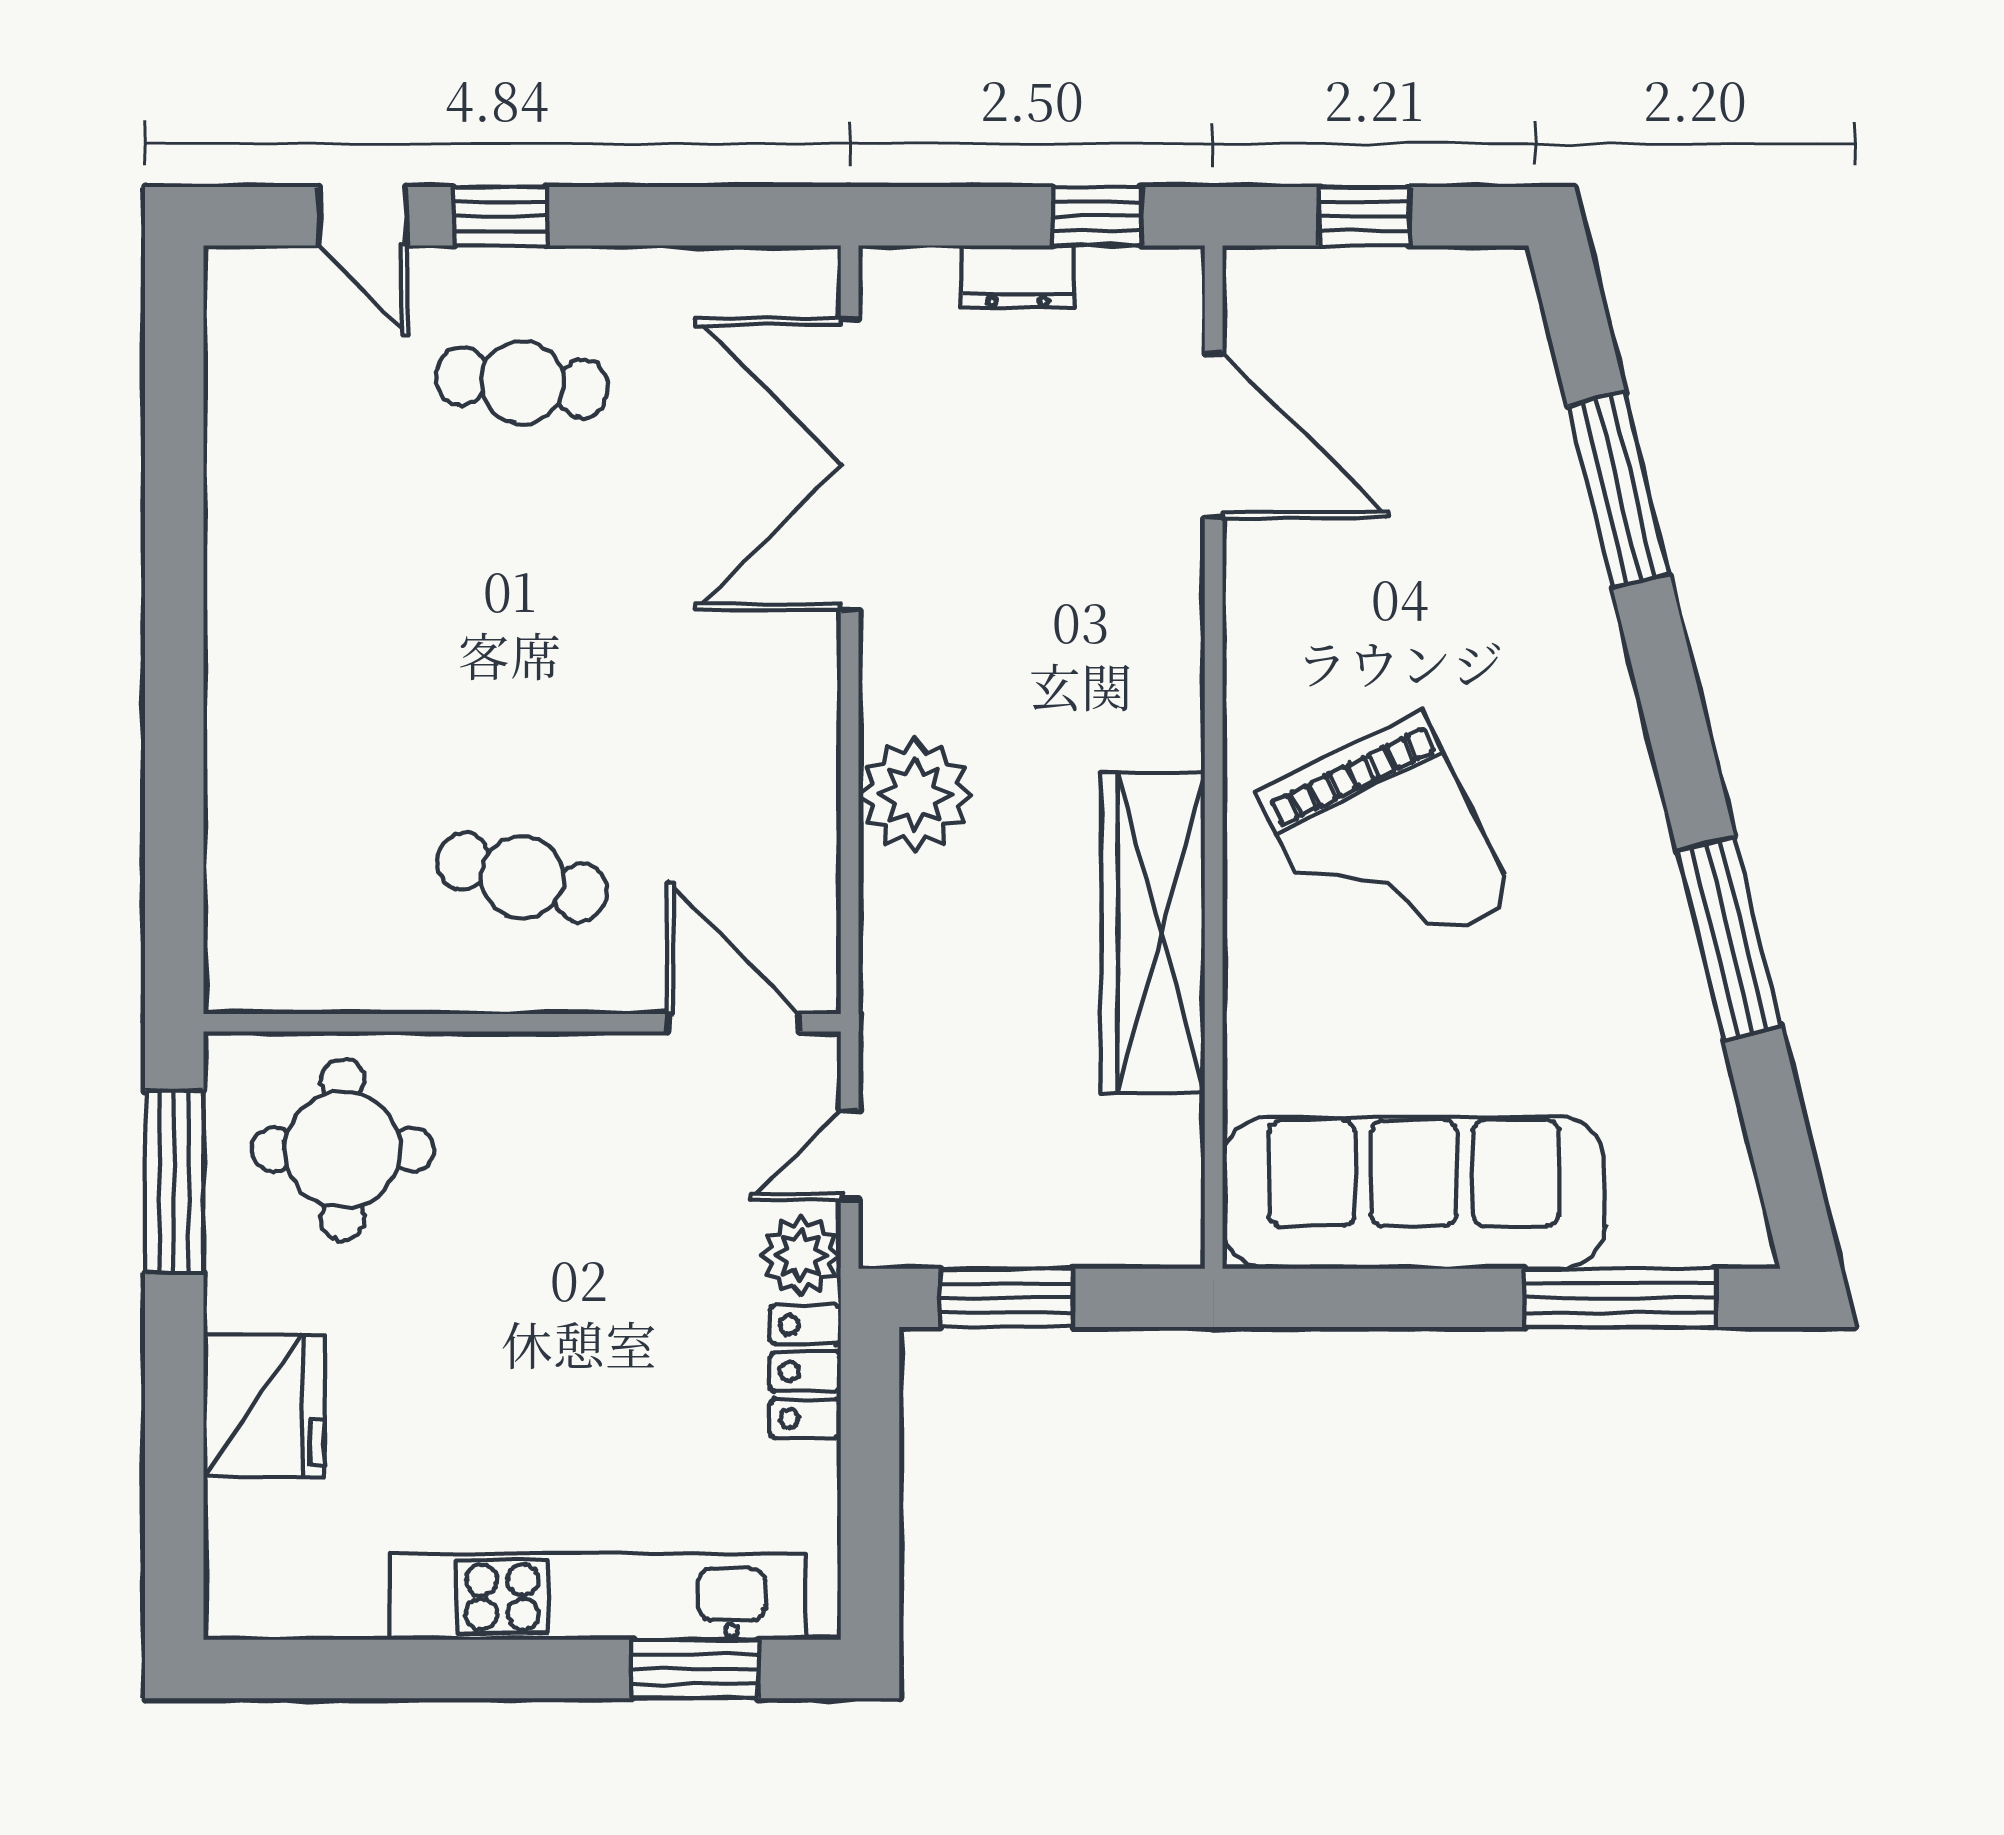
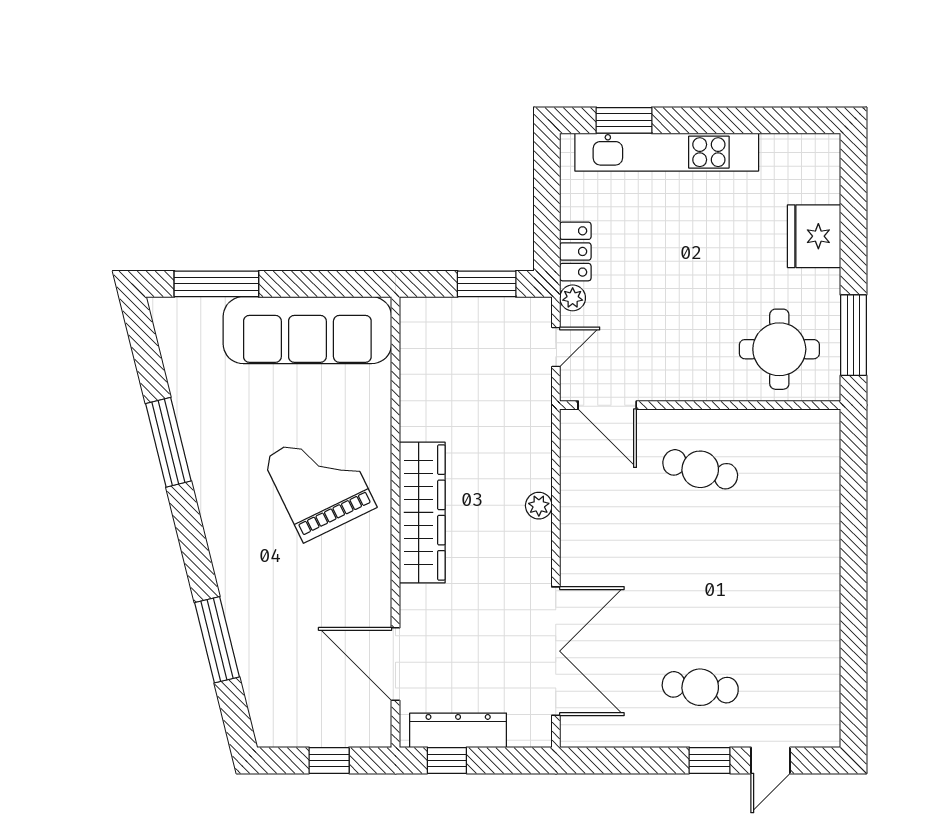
door: (363, 216) -> (770, 760), swing flipped
dresser: (1018, 277) -> (458, 730), width x1.96, depth x1.24
plant: (915, 795) -> (539, 506), width x0.53, depth x0.53
wardrobe: (1153, 933) -> (422, 512), moved
plant: (801, 1255) -> (573, 298), width x0.73, depth x0.73

